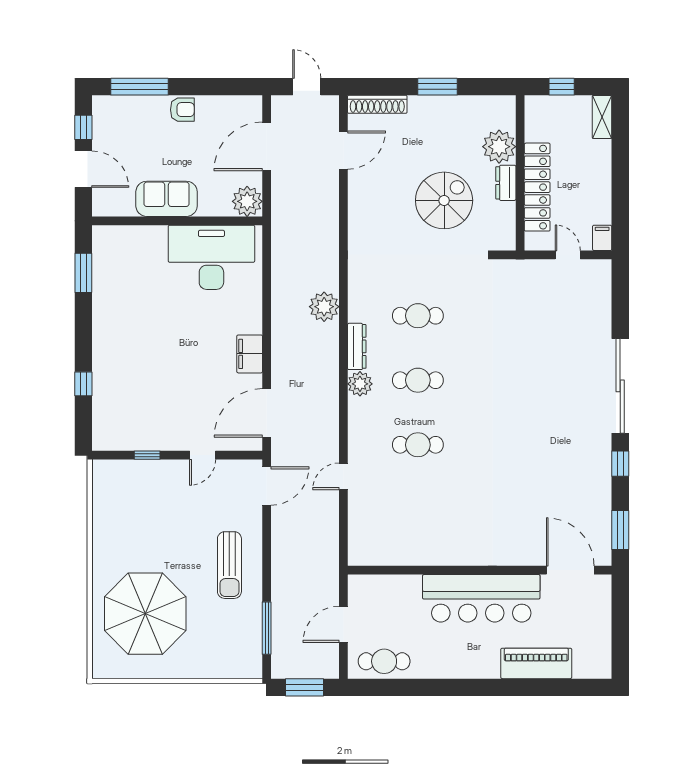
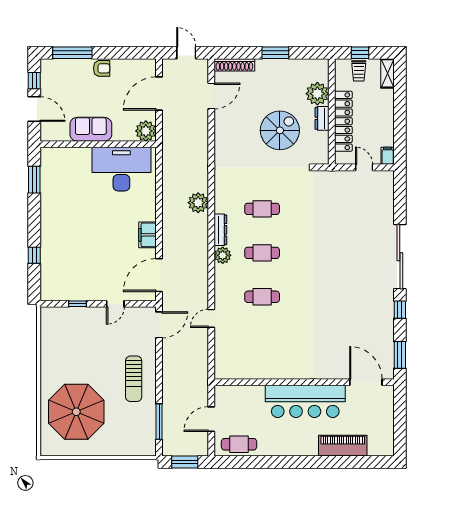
trolley: (560, 113) -> (359, 71), added

